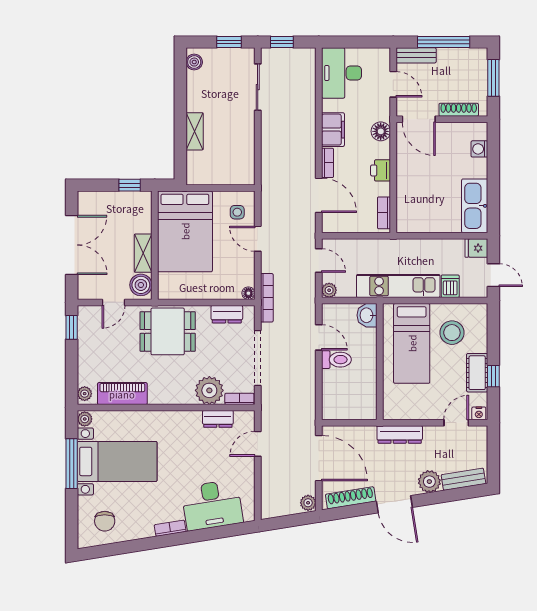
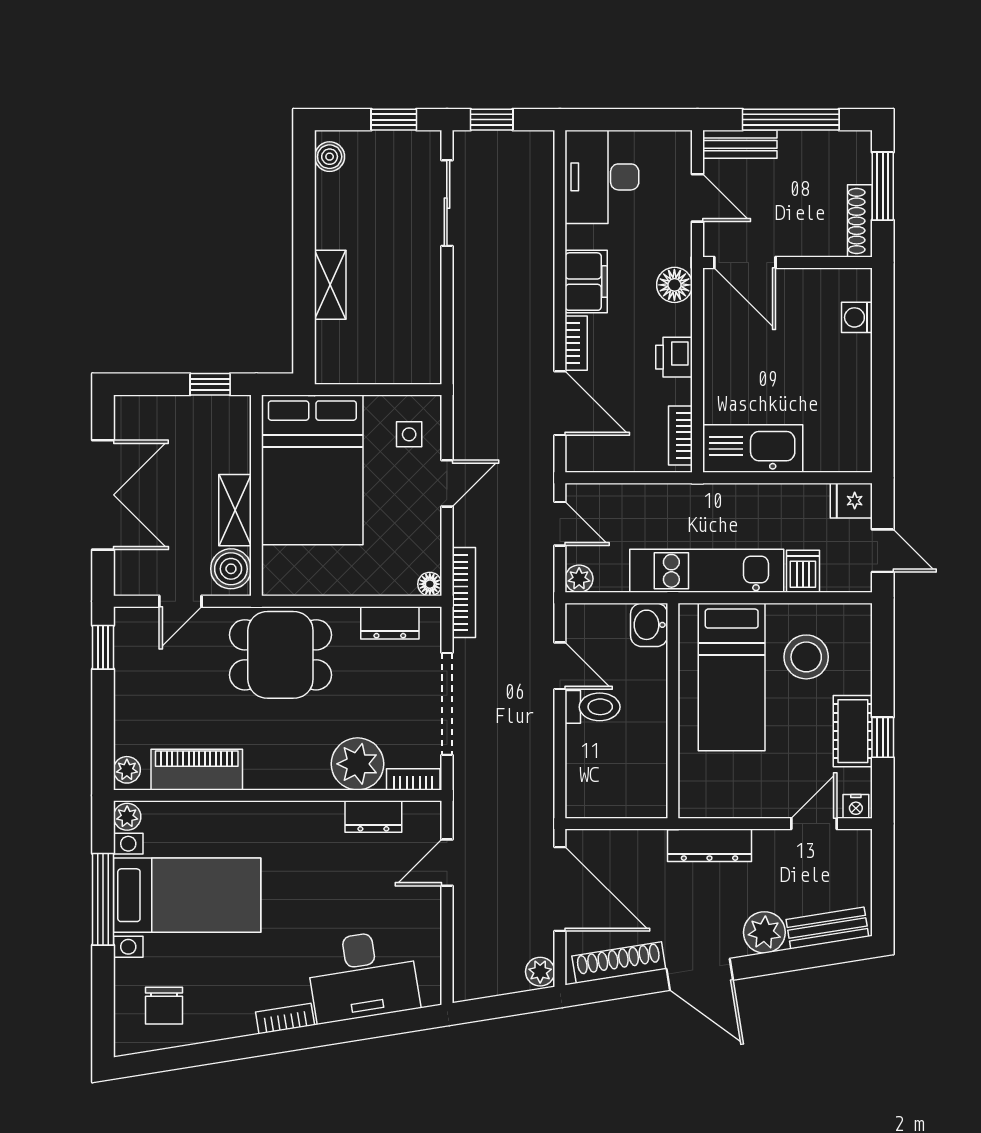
shoe rack: (459, 110) -> (860, 221), moved, turned -90
kitchen sink: (475, 206) -> (753, 449), moved, turned 90
door: (258, 239) -> (447, 483), swing flipped

